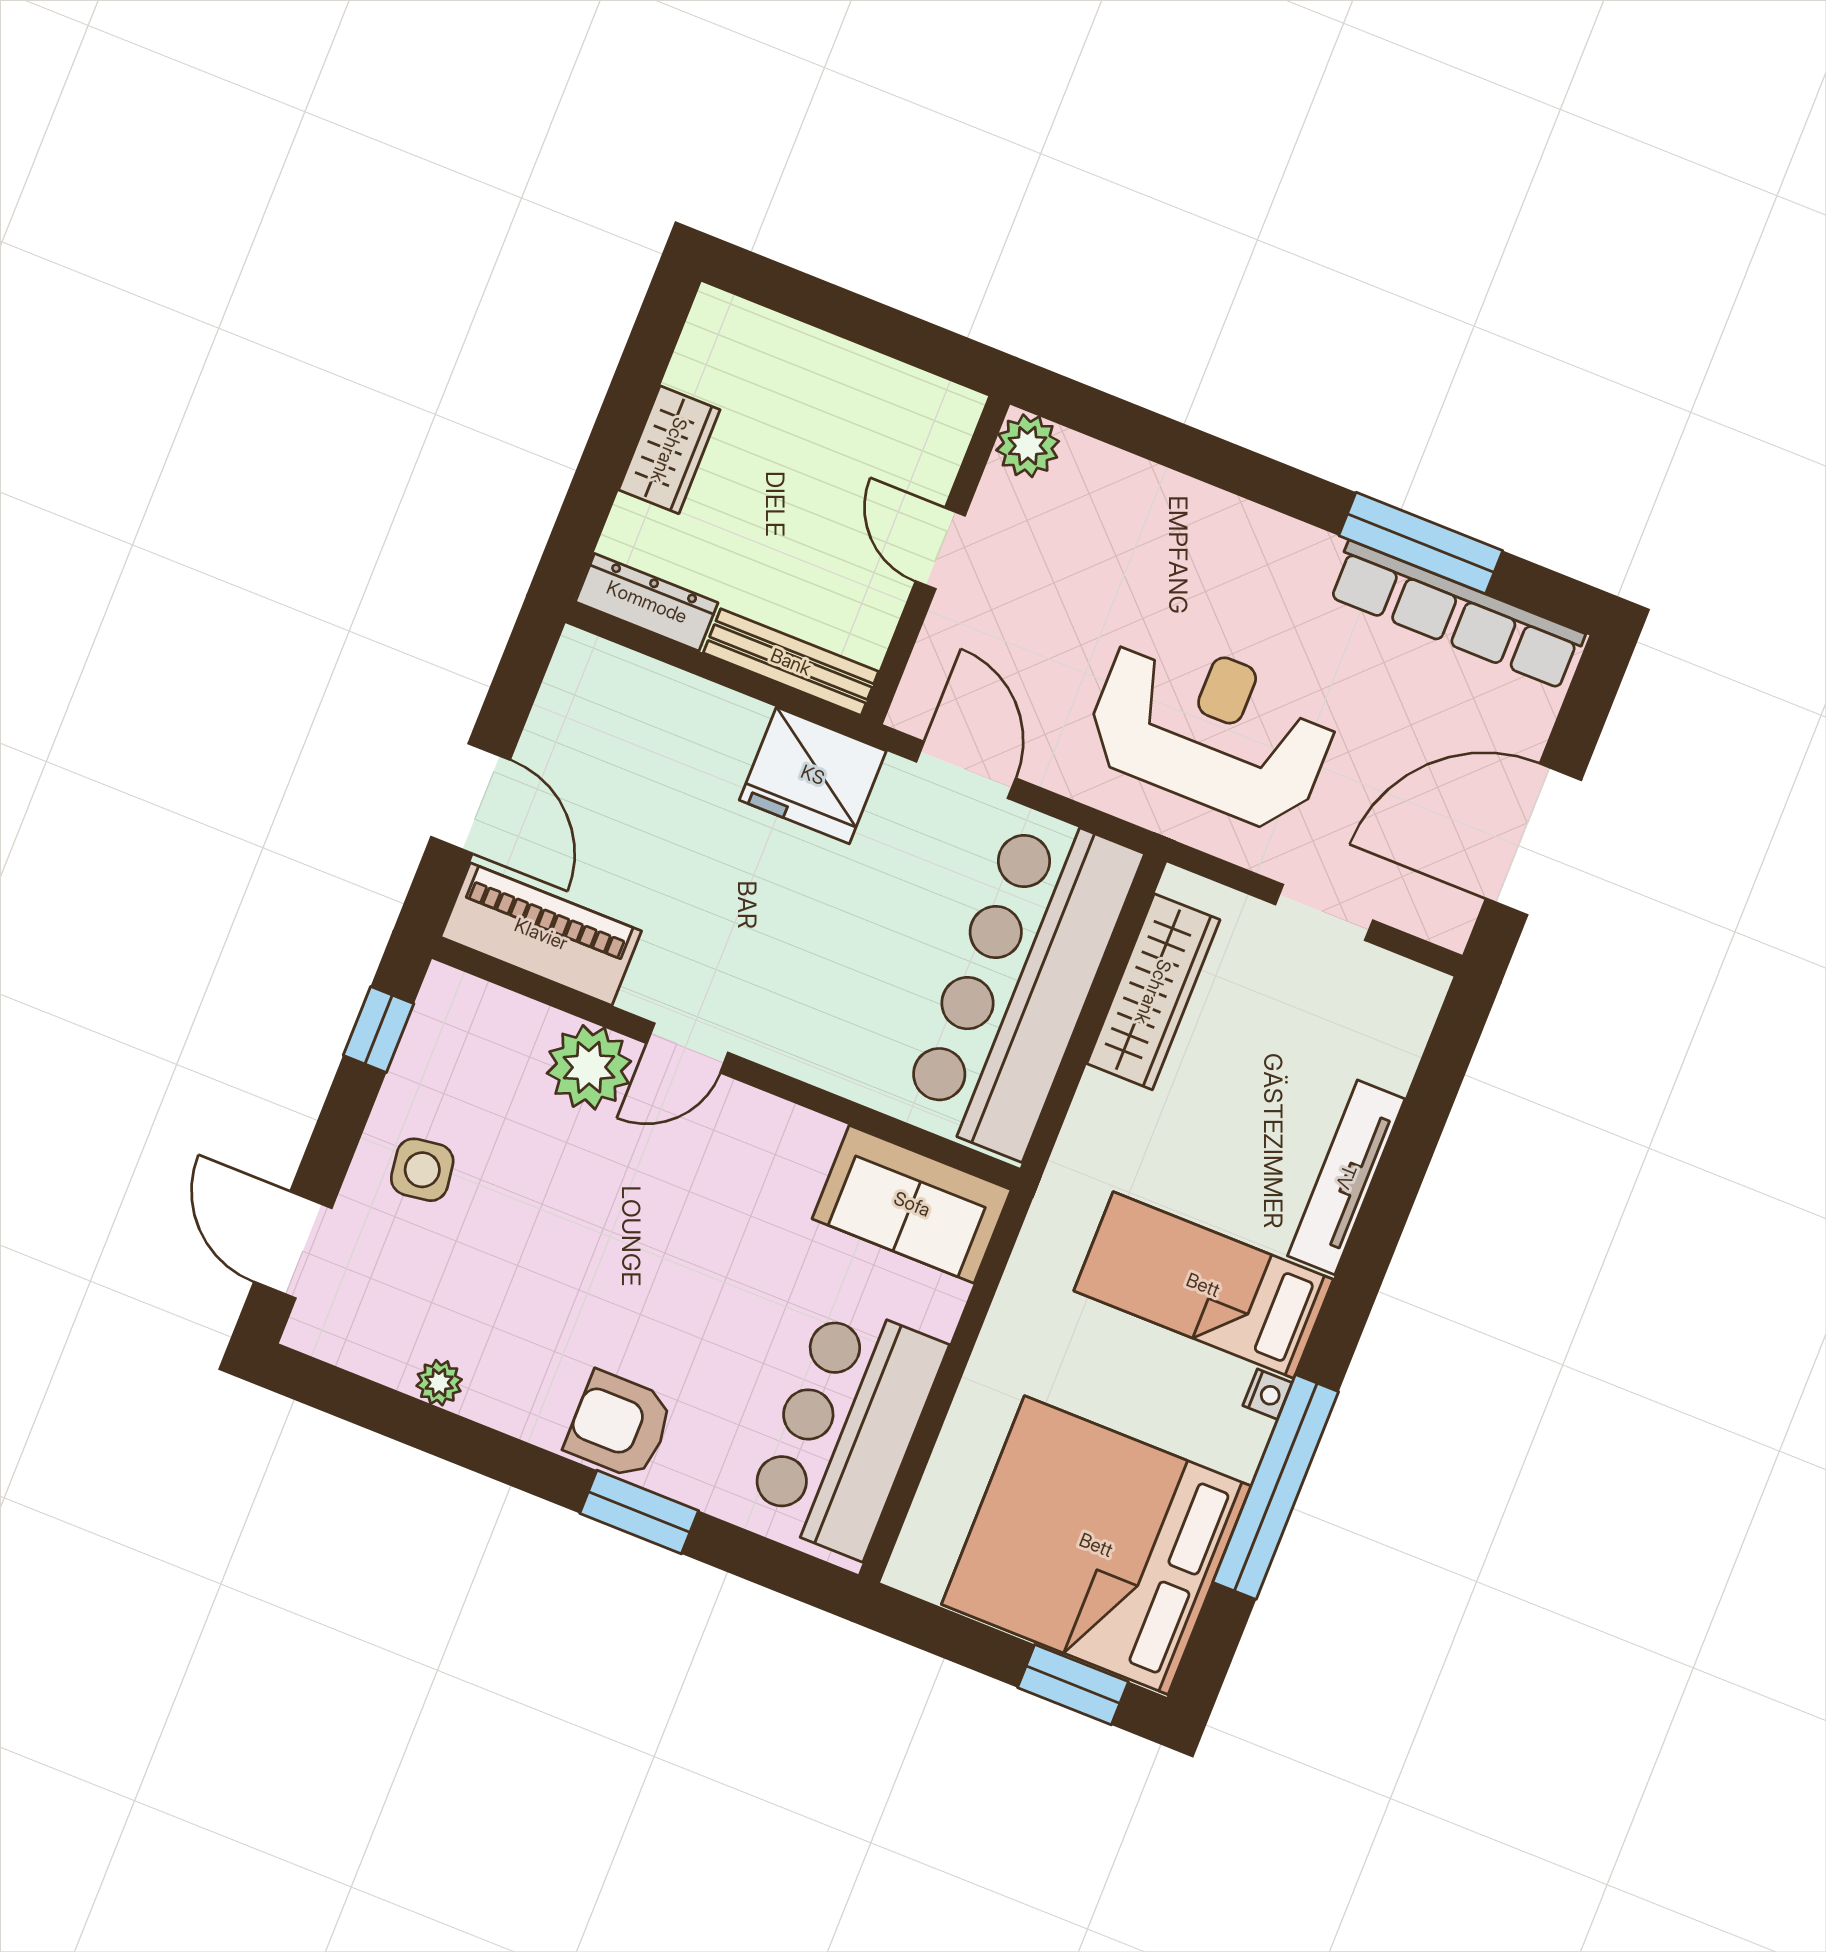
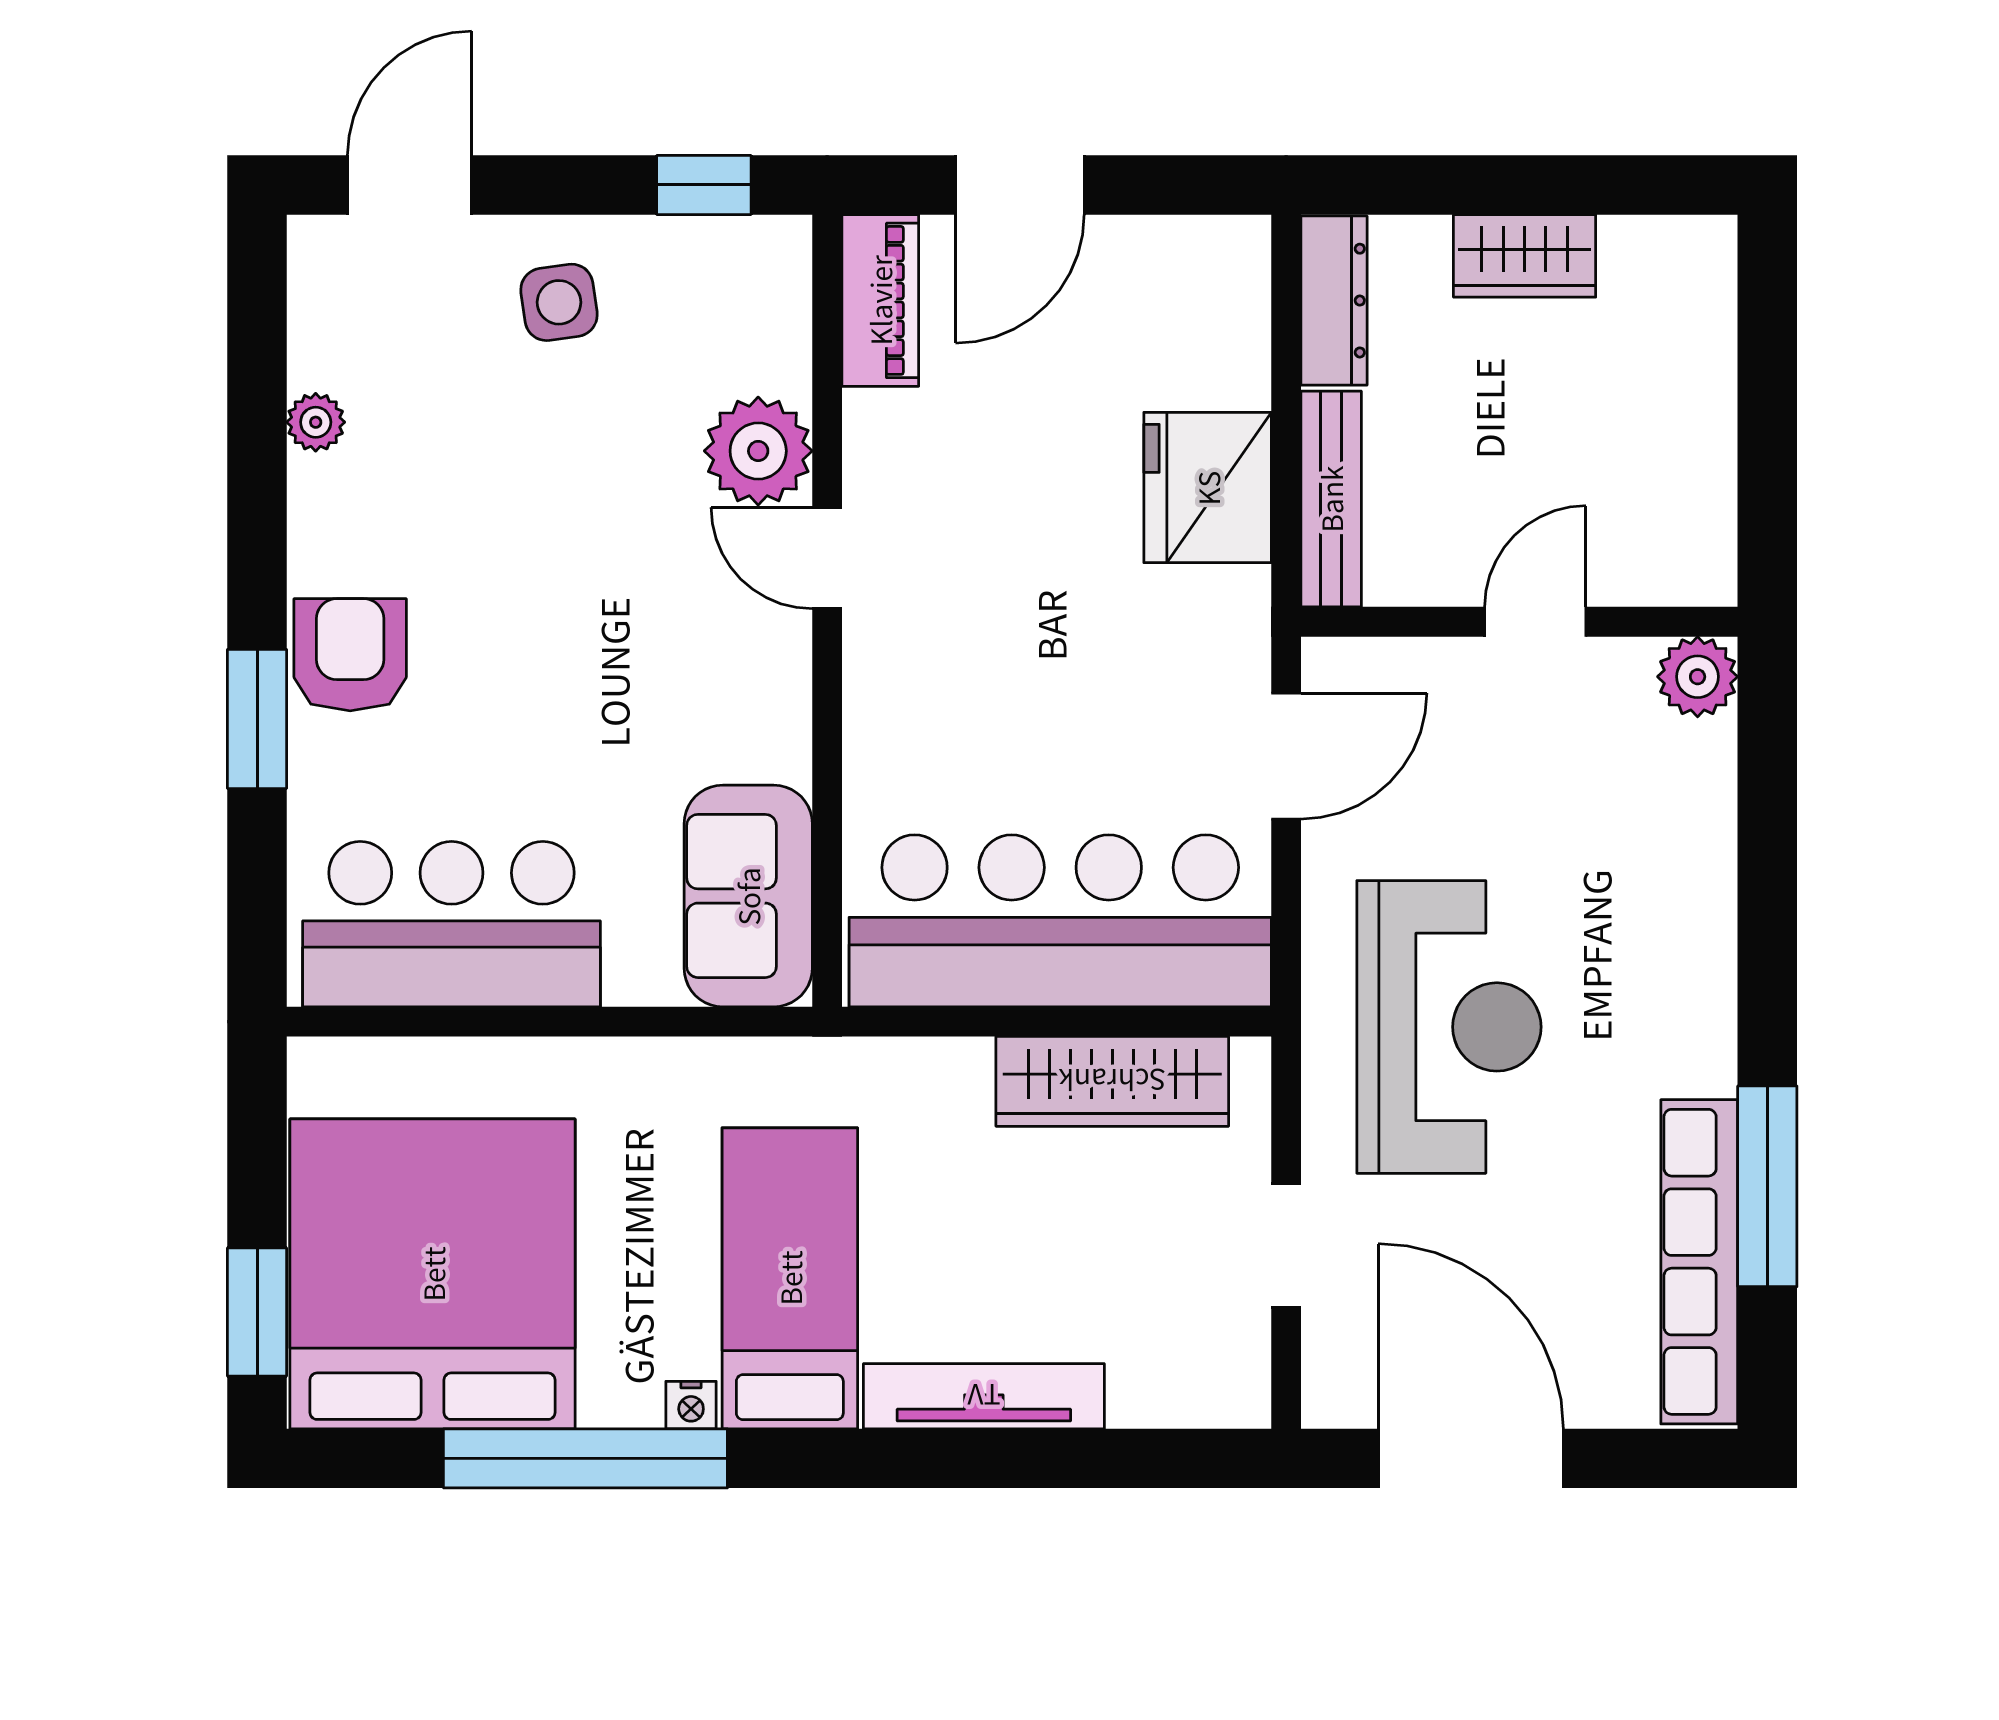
fridge: (813, 775) -> (1208, 488), moved
piano: (541, 934) -> (880, 300), width x0.73, depth x0.75

